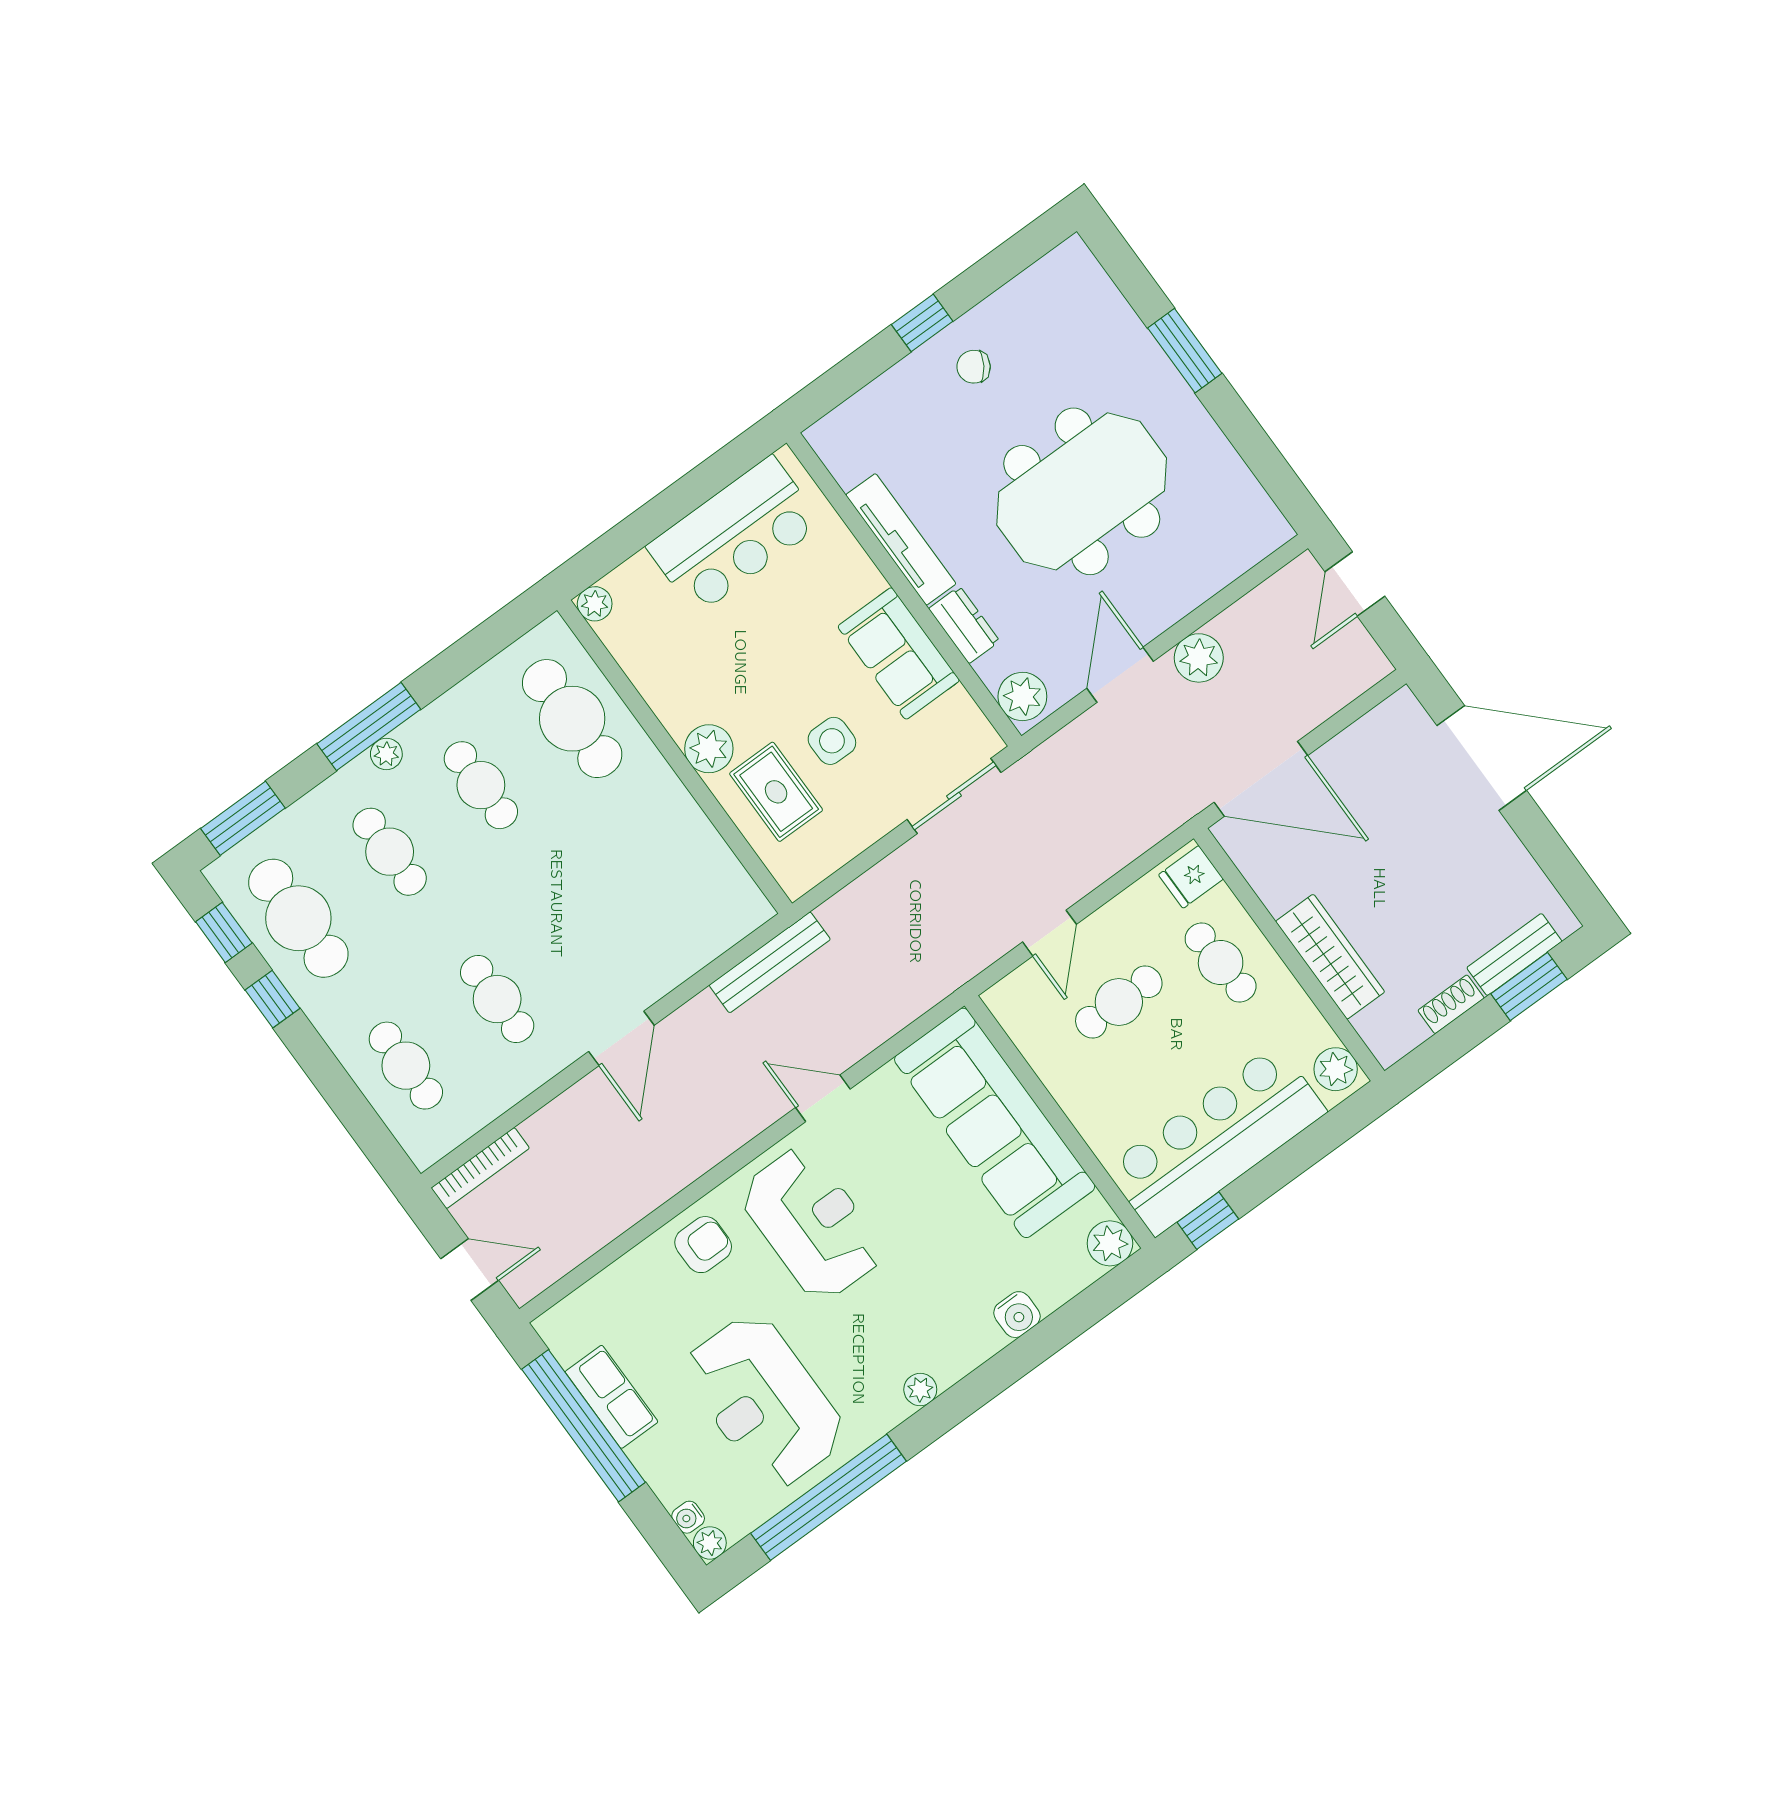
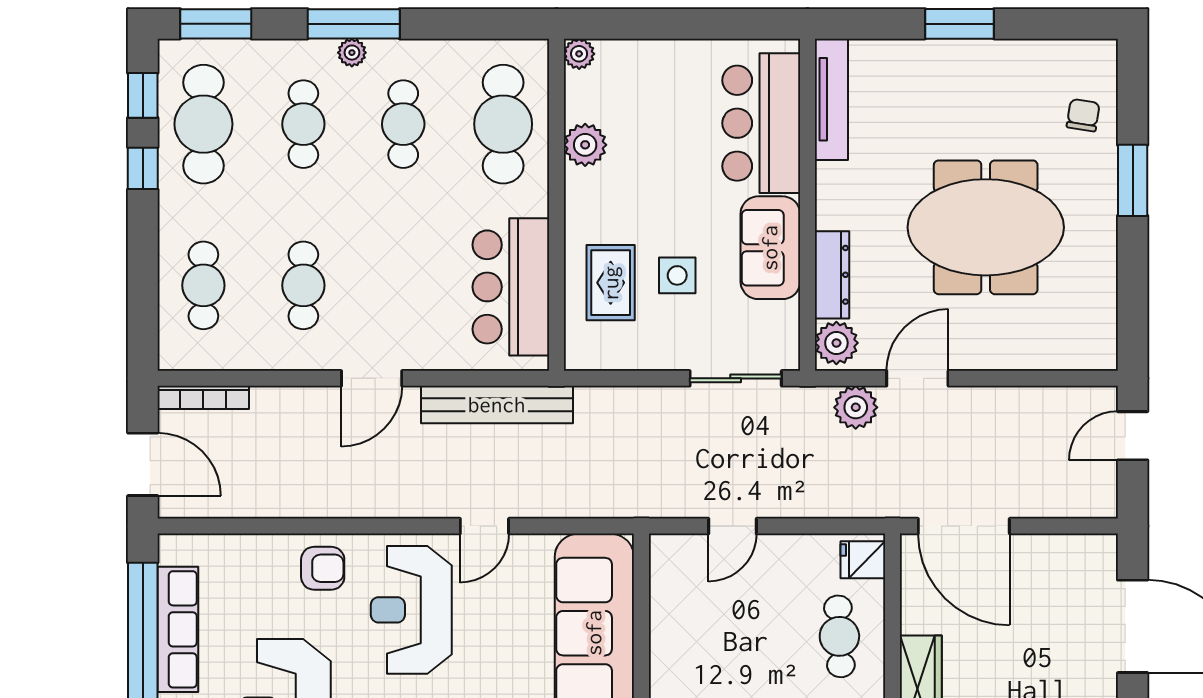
window: (922, 323) -> (960, 24), width x1.50
chair: (974, 367) -> (1083, 115), moved, turned 66
bar counter: (734, 535) -> (761, 123), moved, turned 90
tv unit: (901, 539) -> (831, 99), moved
dresser: (964, 625) -> (832, 275), width x1.44
plant: (1199, 658) -> (856, 407), moved
plant: (709, 749) -> (585, 145), moved
bar counter: (688, 862) -> (511, 287), added
bench: (770, 962) -> (497, 405), width x1.37, depth x1.21
cafe table: (1119, 1002) -> (746, 612), removed
door: (823, 1098) -> (484, 526), swing flipped
reception desk: (812, 1224) -> (411, 610), turned 180
door: (470, 1269) -> (143, 464), width x1.38
row of seats: (612, 1397) -> (178, 629), width x1.48

